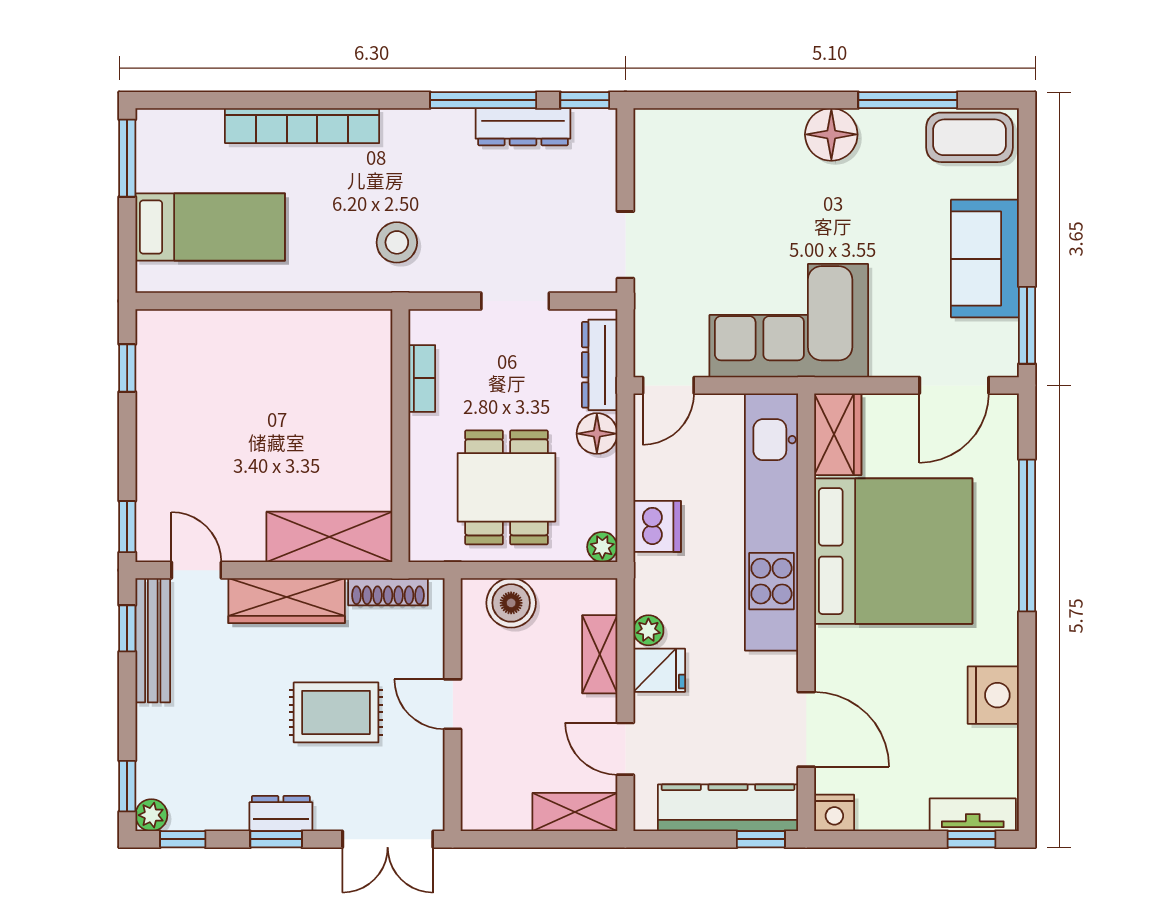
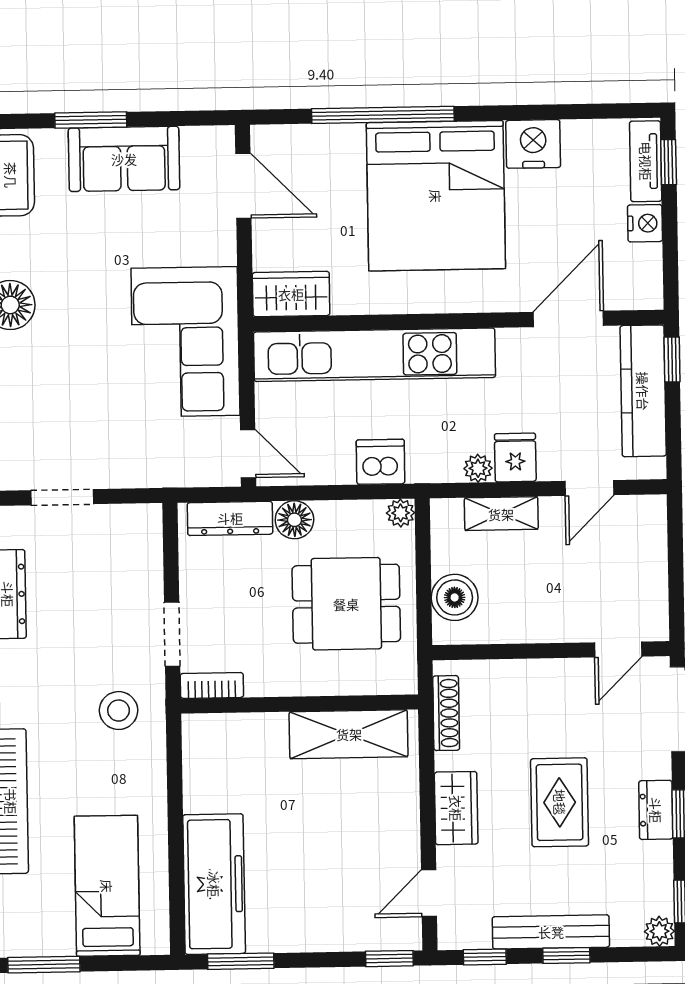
doorway: (625, 245) -> (62, 497), moved
doorway: (515, 301) -> (172, 634), moved
window: (1027, 325) -> (91, 120), moved
freezer: (210, 341) -> (214, 884), added
window: (127, 368) -> (241, 961), width x1.50
bookcase: (422, 378) -> (212, 685), moved
shelving: (329, 537) -> (349, 734), moved, turned 90
bed: (893, 551) -> (436, 196), moved, turned 180
wardrobe: (287, 601) -> (456, 808), width x0.67
bench: (153, 640) -> (551, 932), moved
door: (453, 704) -> (618, 649), moved
rug: (336, 712) -> (560, 802), moved
window: (127, 786) -> (566, 956), moved
shelving: (575, 812) -> (650, 534), removed
nightstand: (834, 813) -> (645, 223), moved

